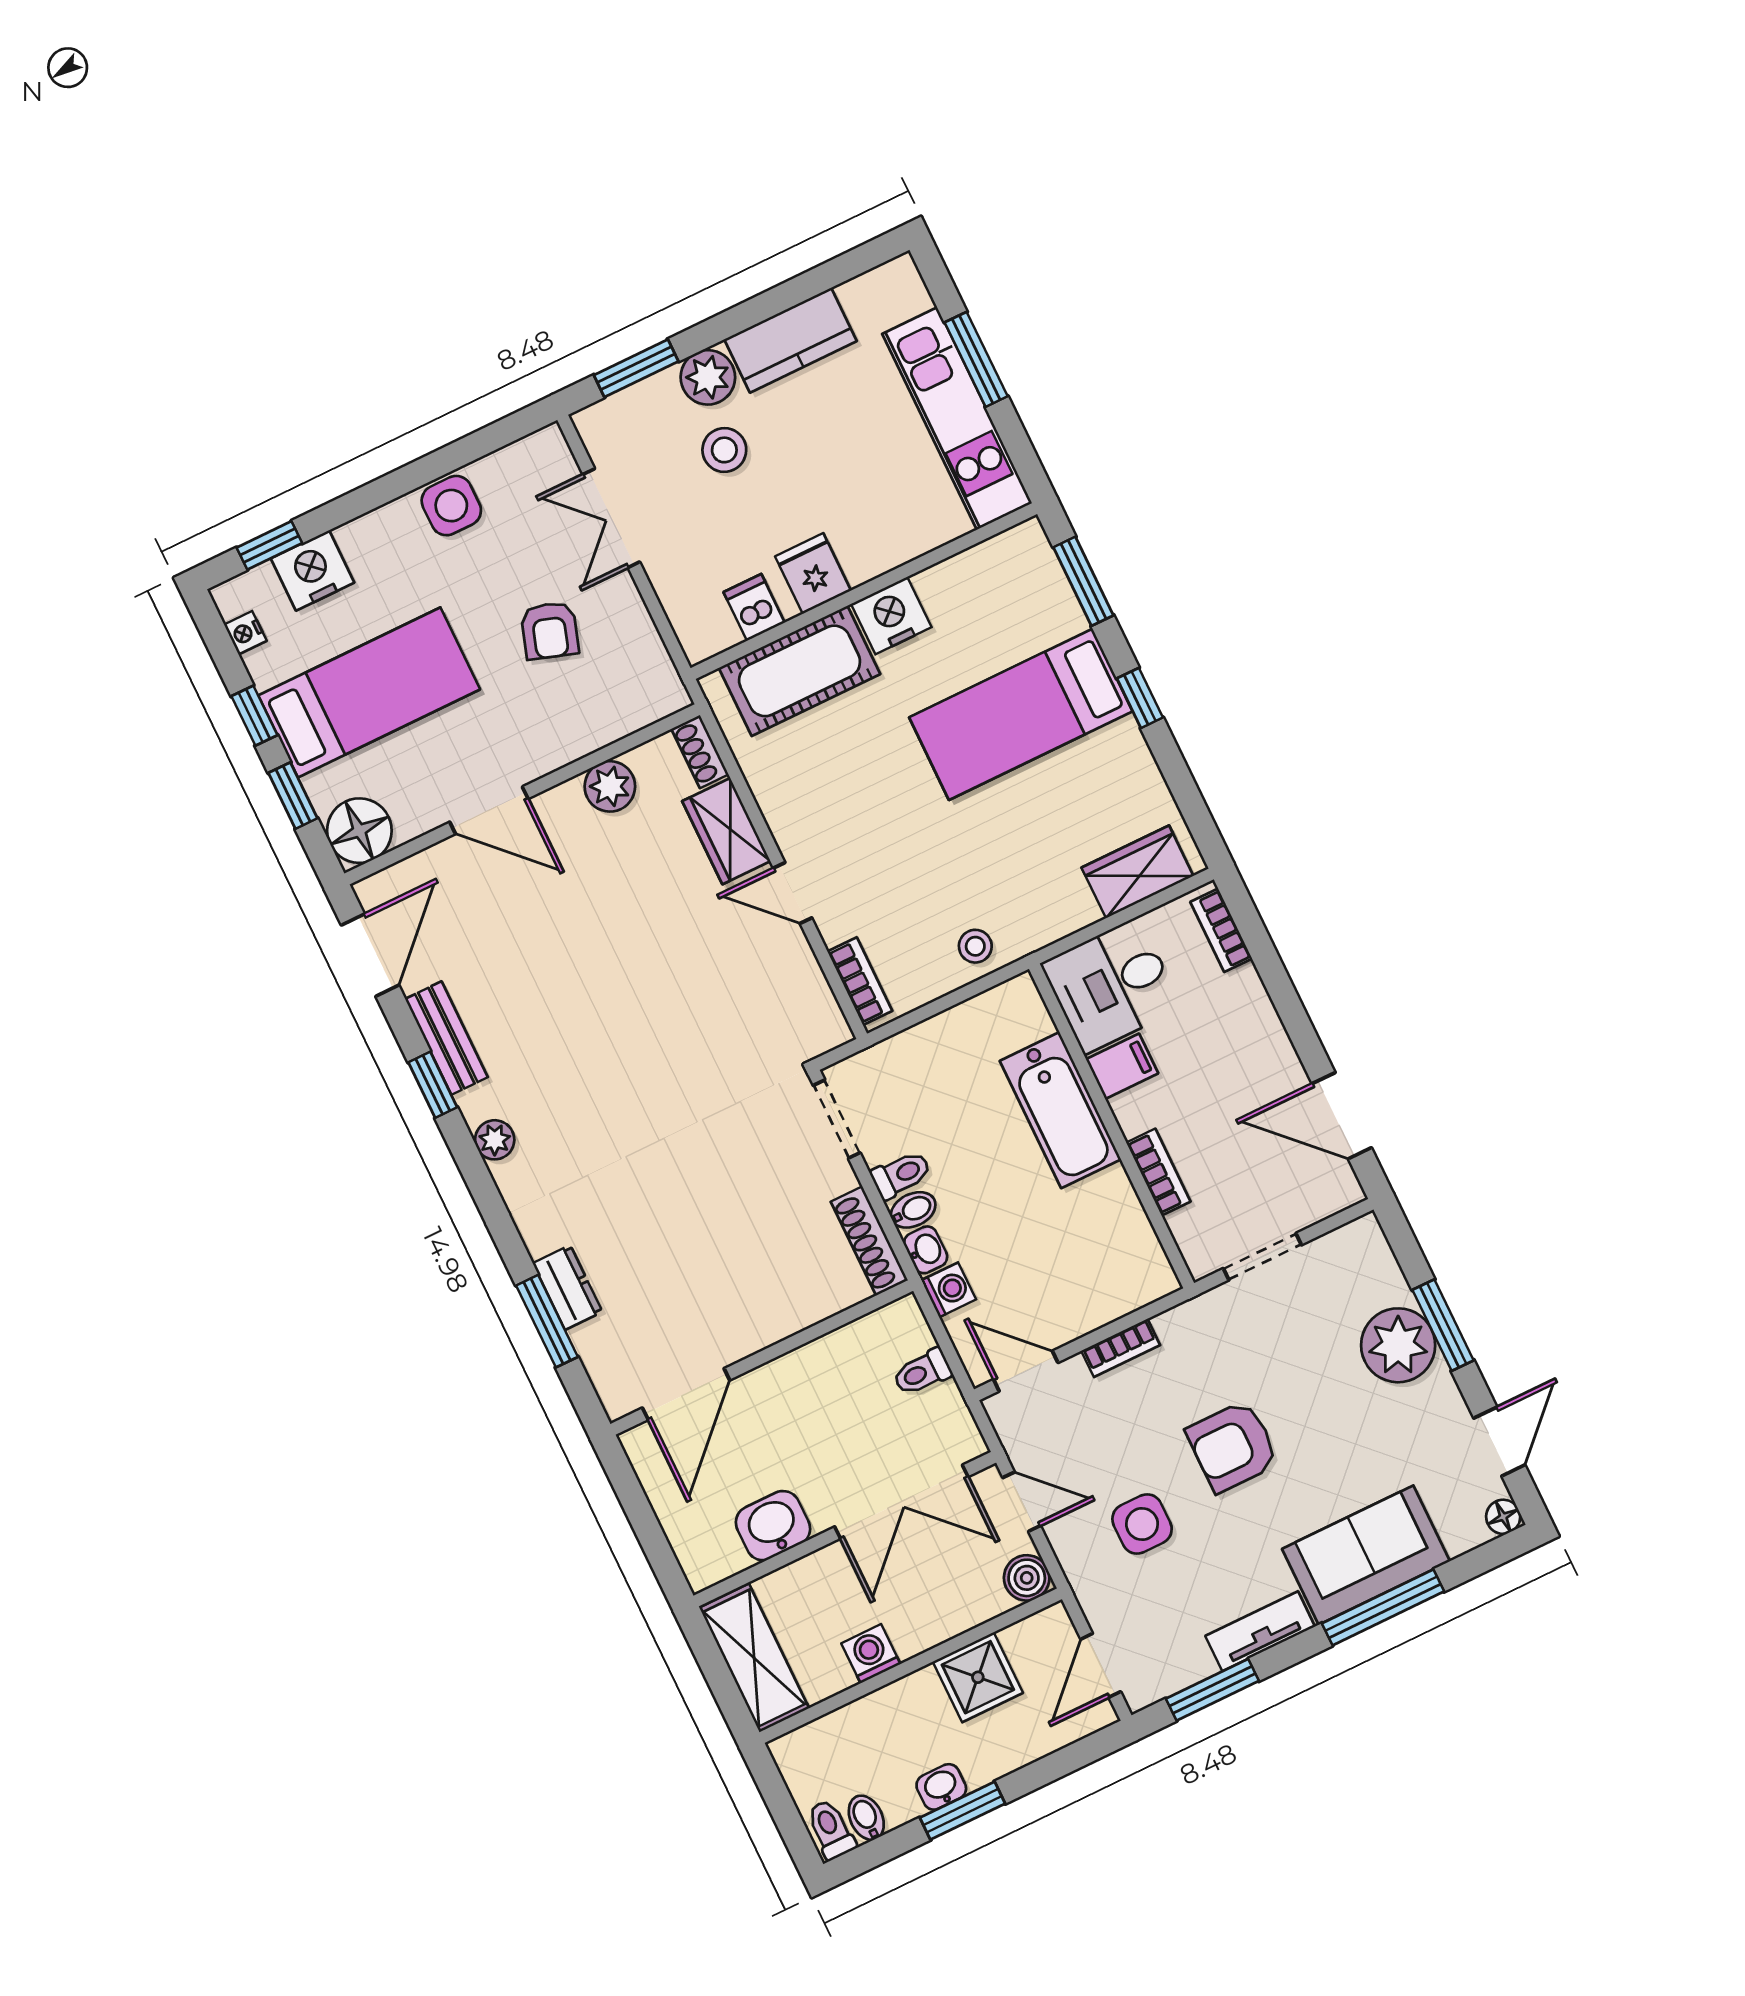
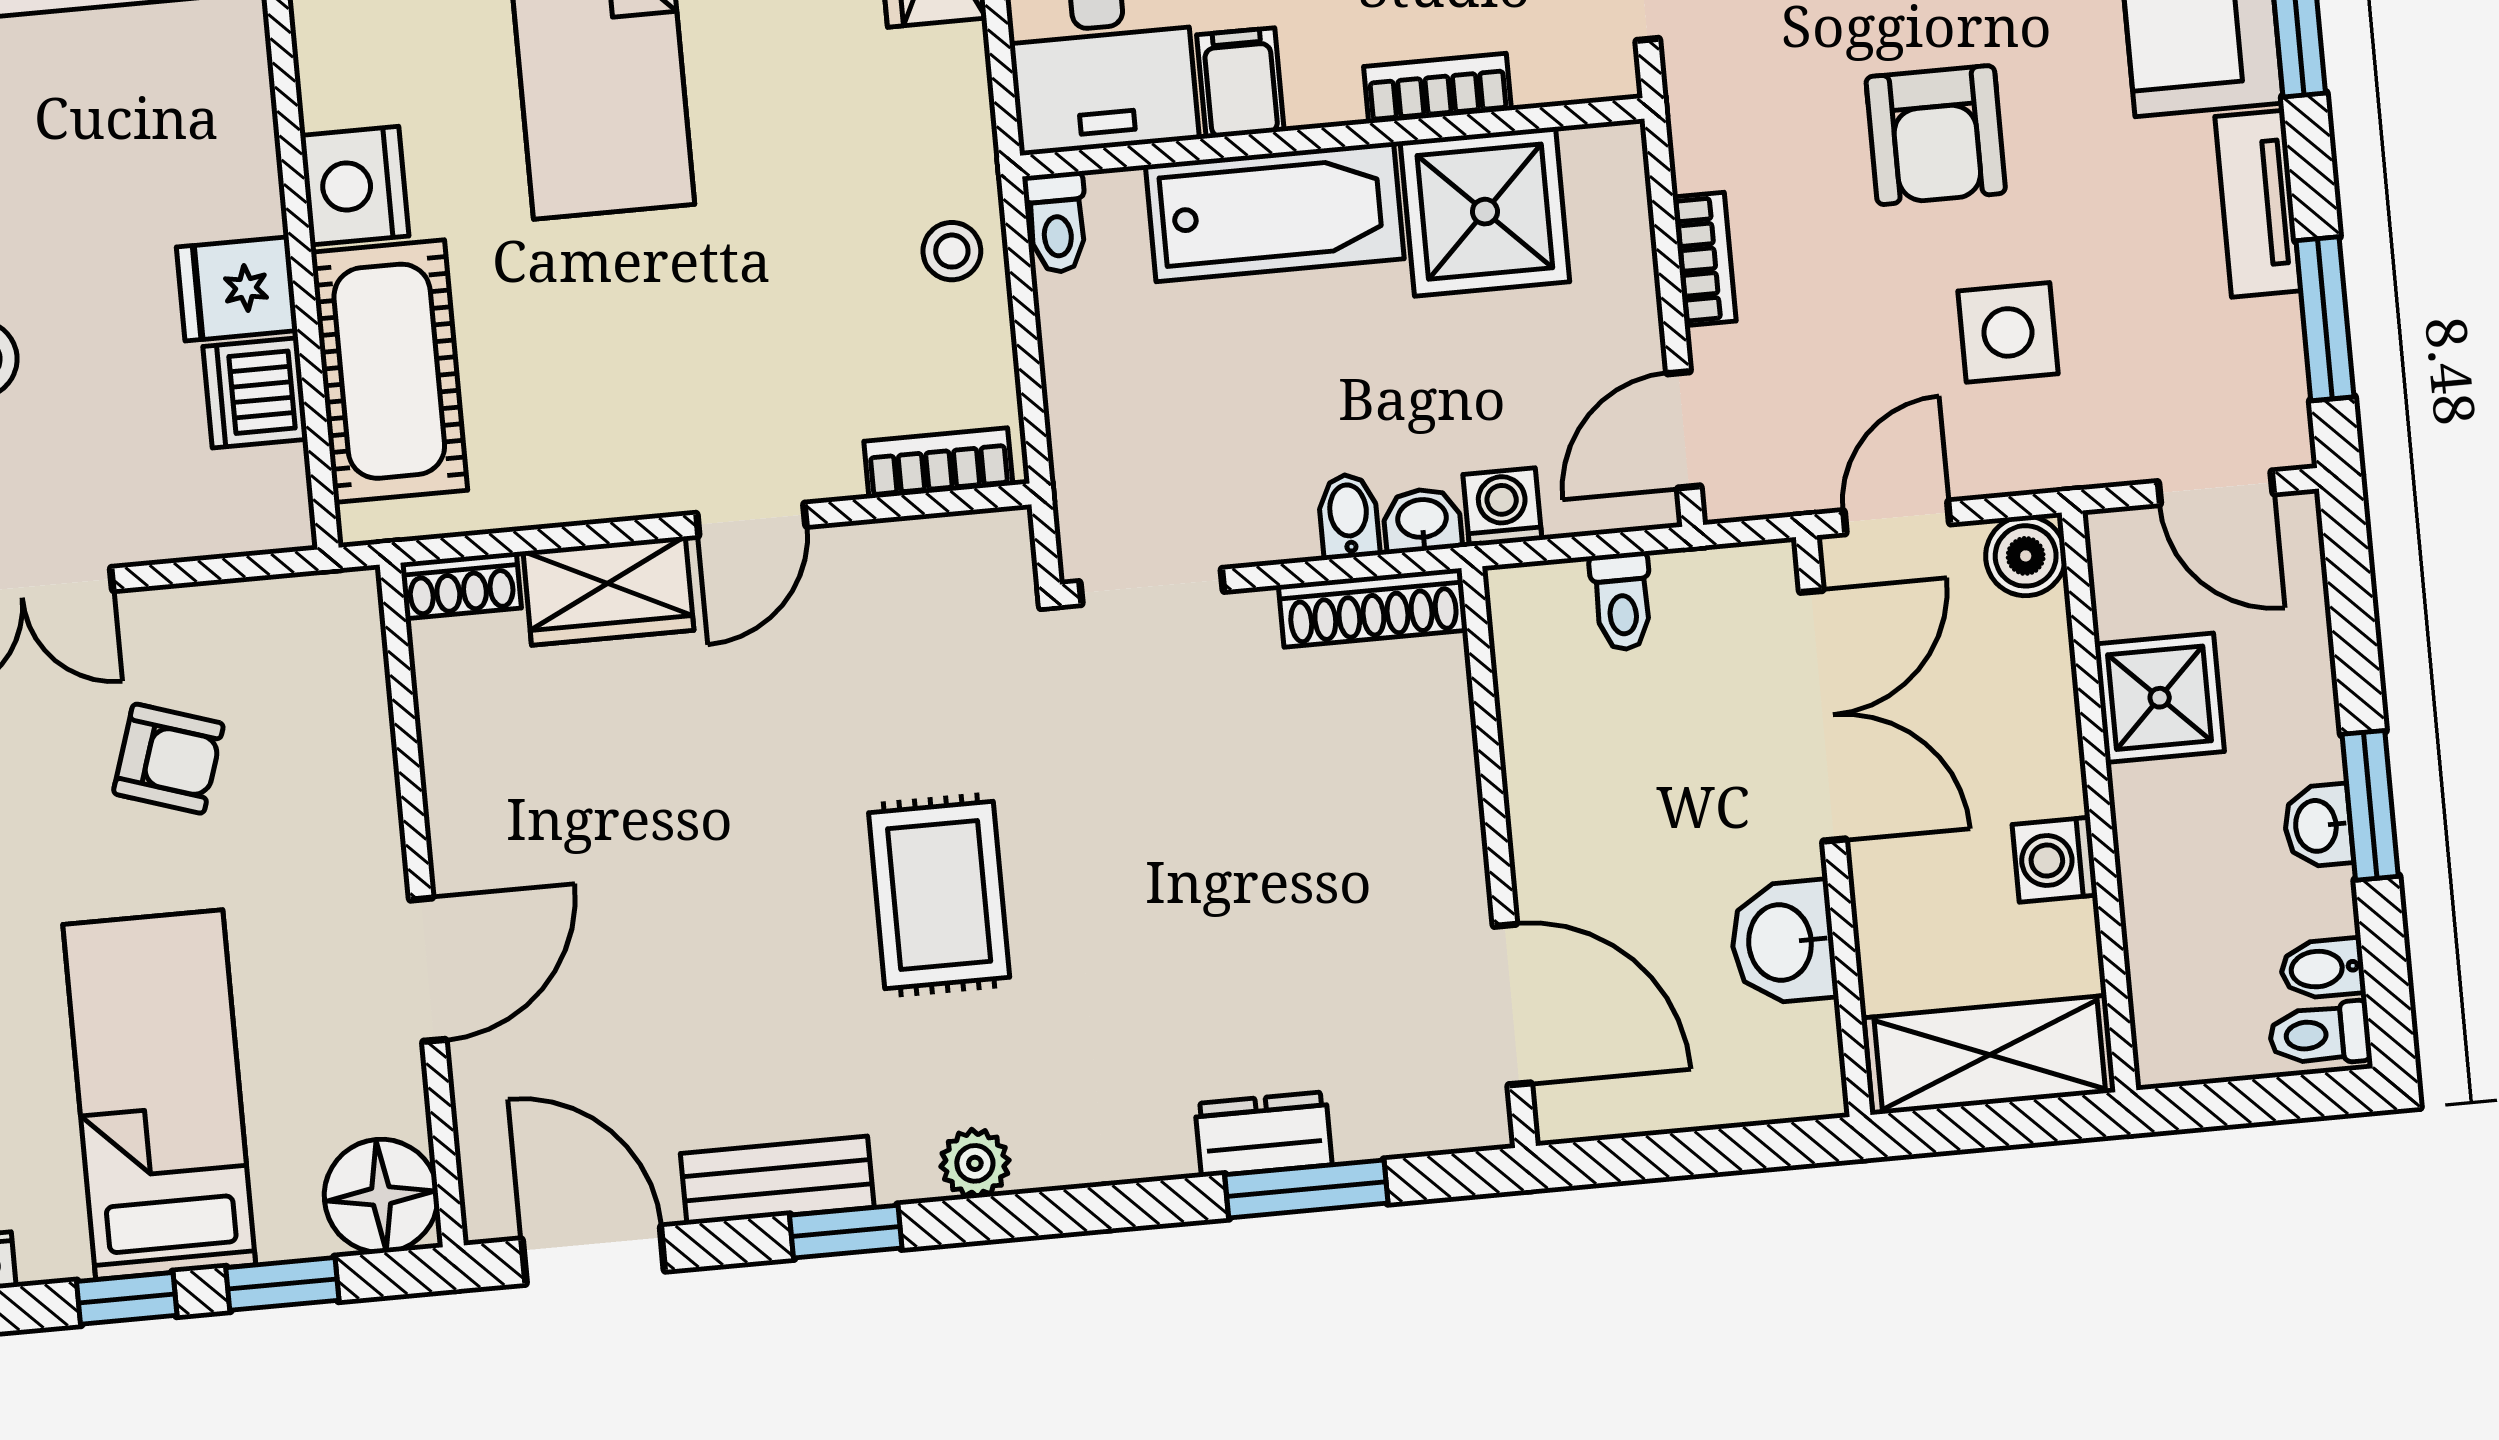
dishwasher: (754, 607) -> (255, 393), width x1.38
plant: (610, 786) -> (463, 755), removed
rug: (630, 1067) -> (939, 895), added
toilet: (901, 1175) -> (1057, 223), moved, turned 180
shower: (1102, 1222) -> (1485, 212), added

